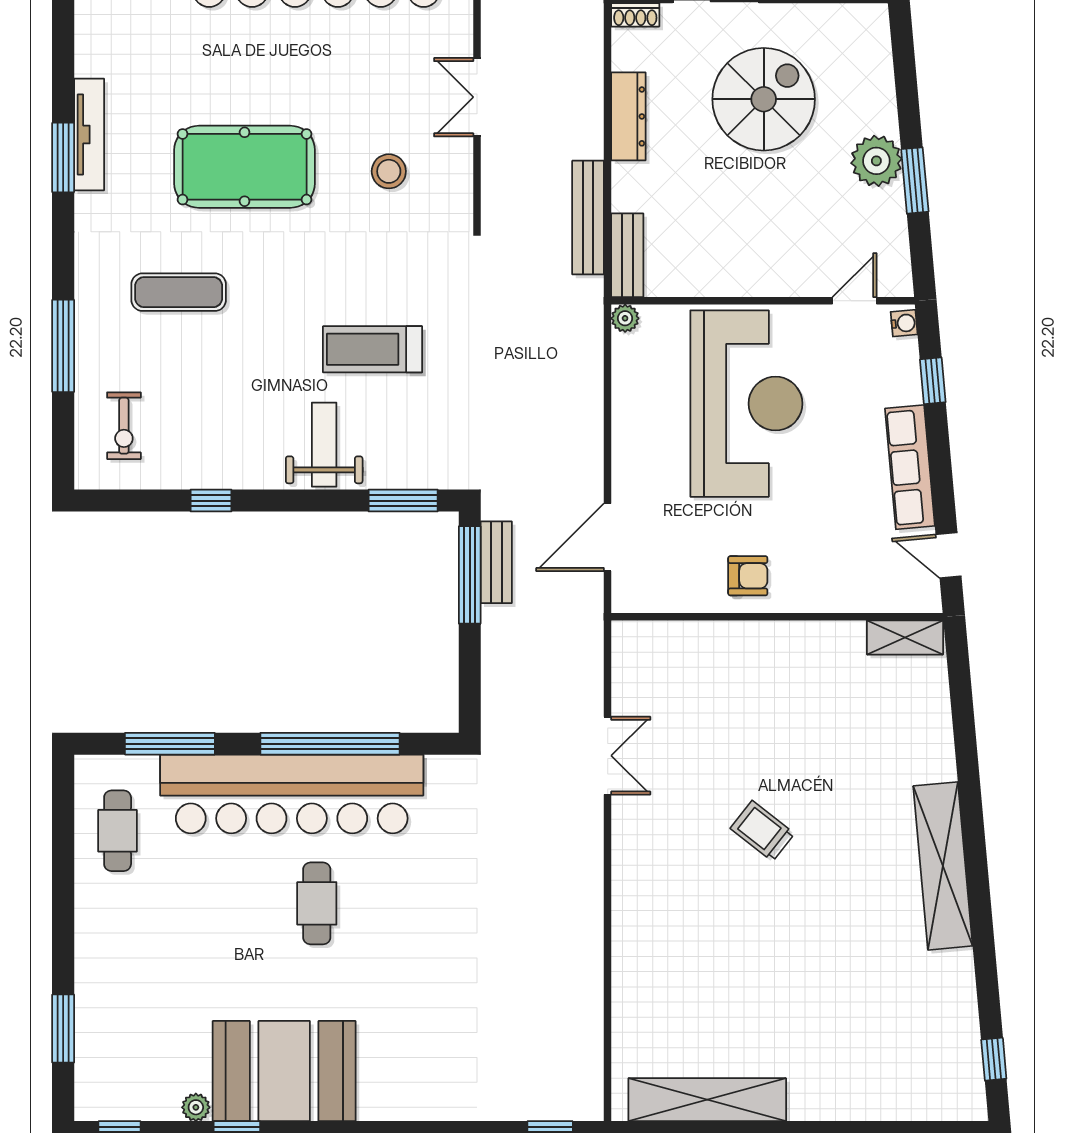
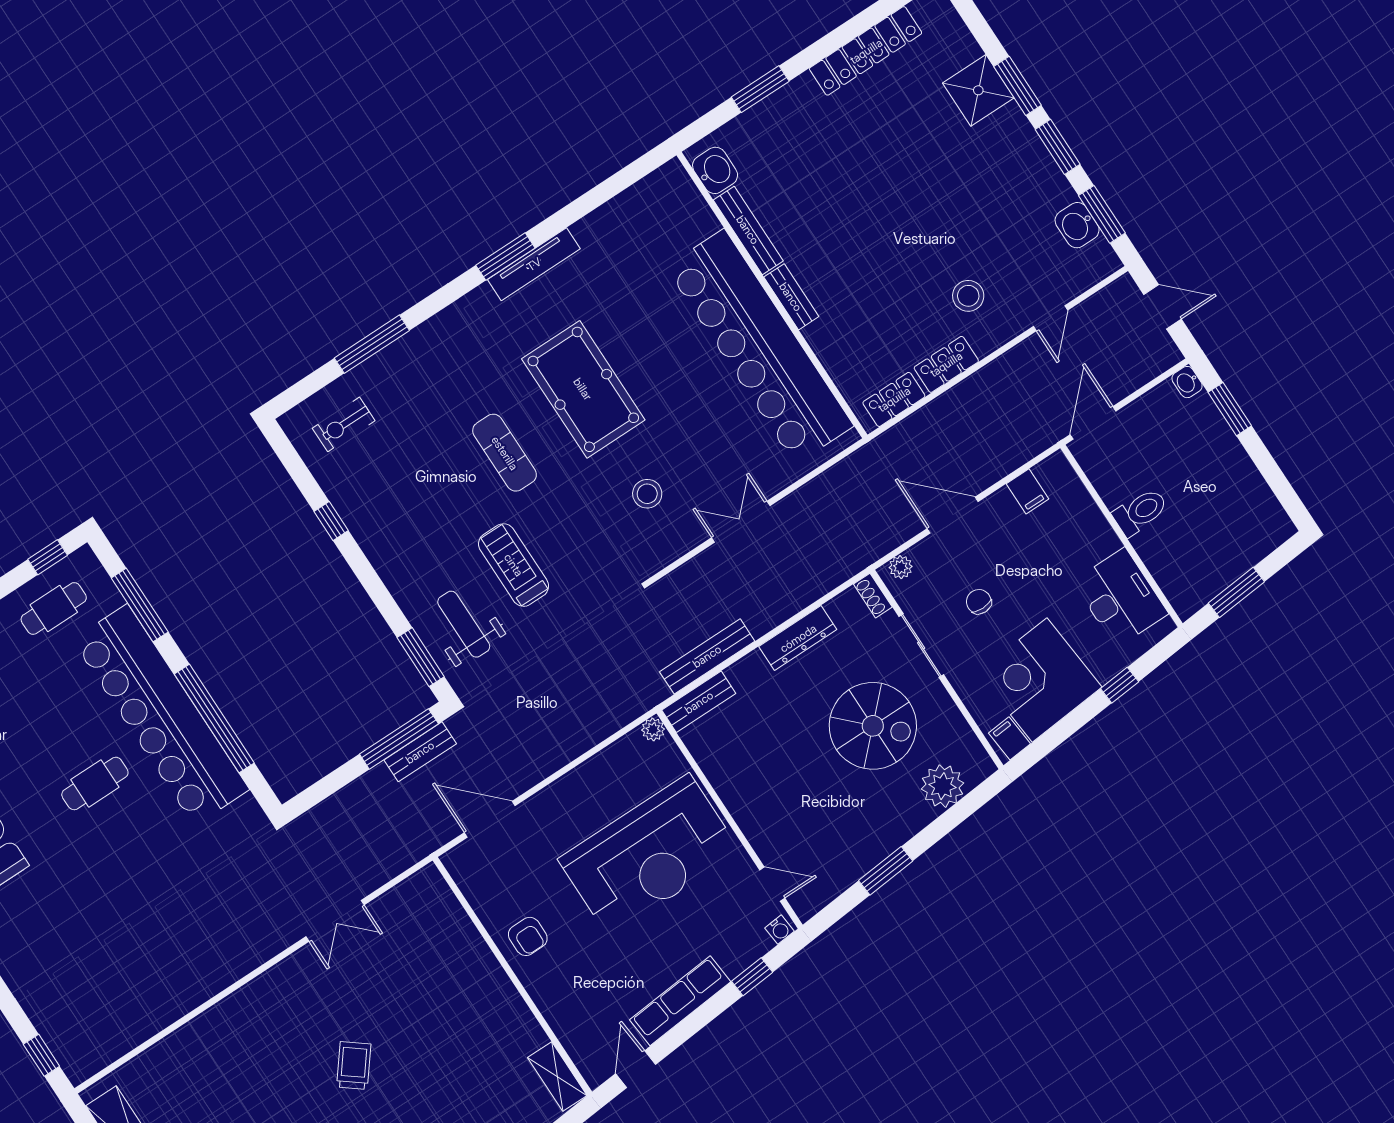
plant: (876, 161) -> (943, 786), moved
exercise mat: (179, 292) -> (505, 453), moved
weight bench: (324, 445) -> (464, 624), moved, turned -90
window: (63, 804) -> (48, 557), added

